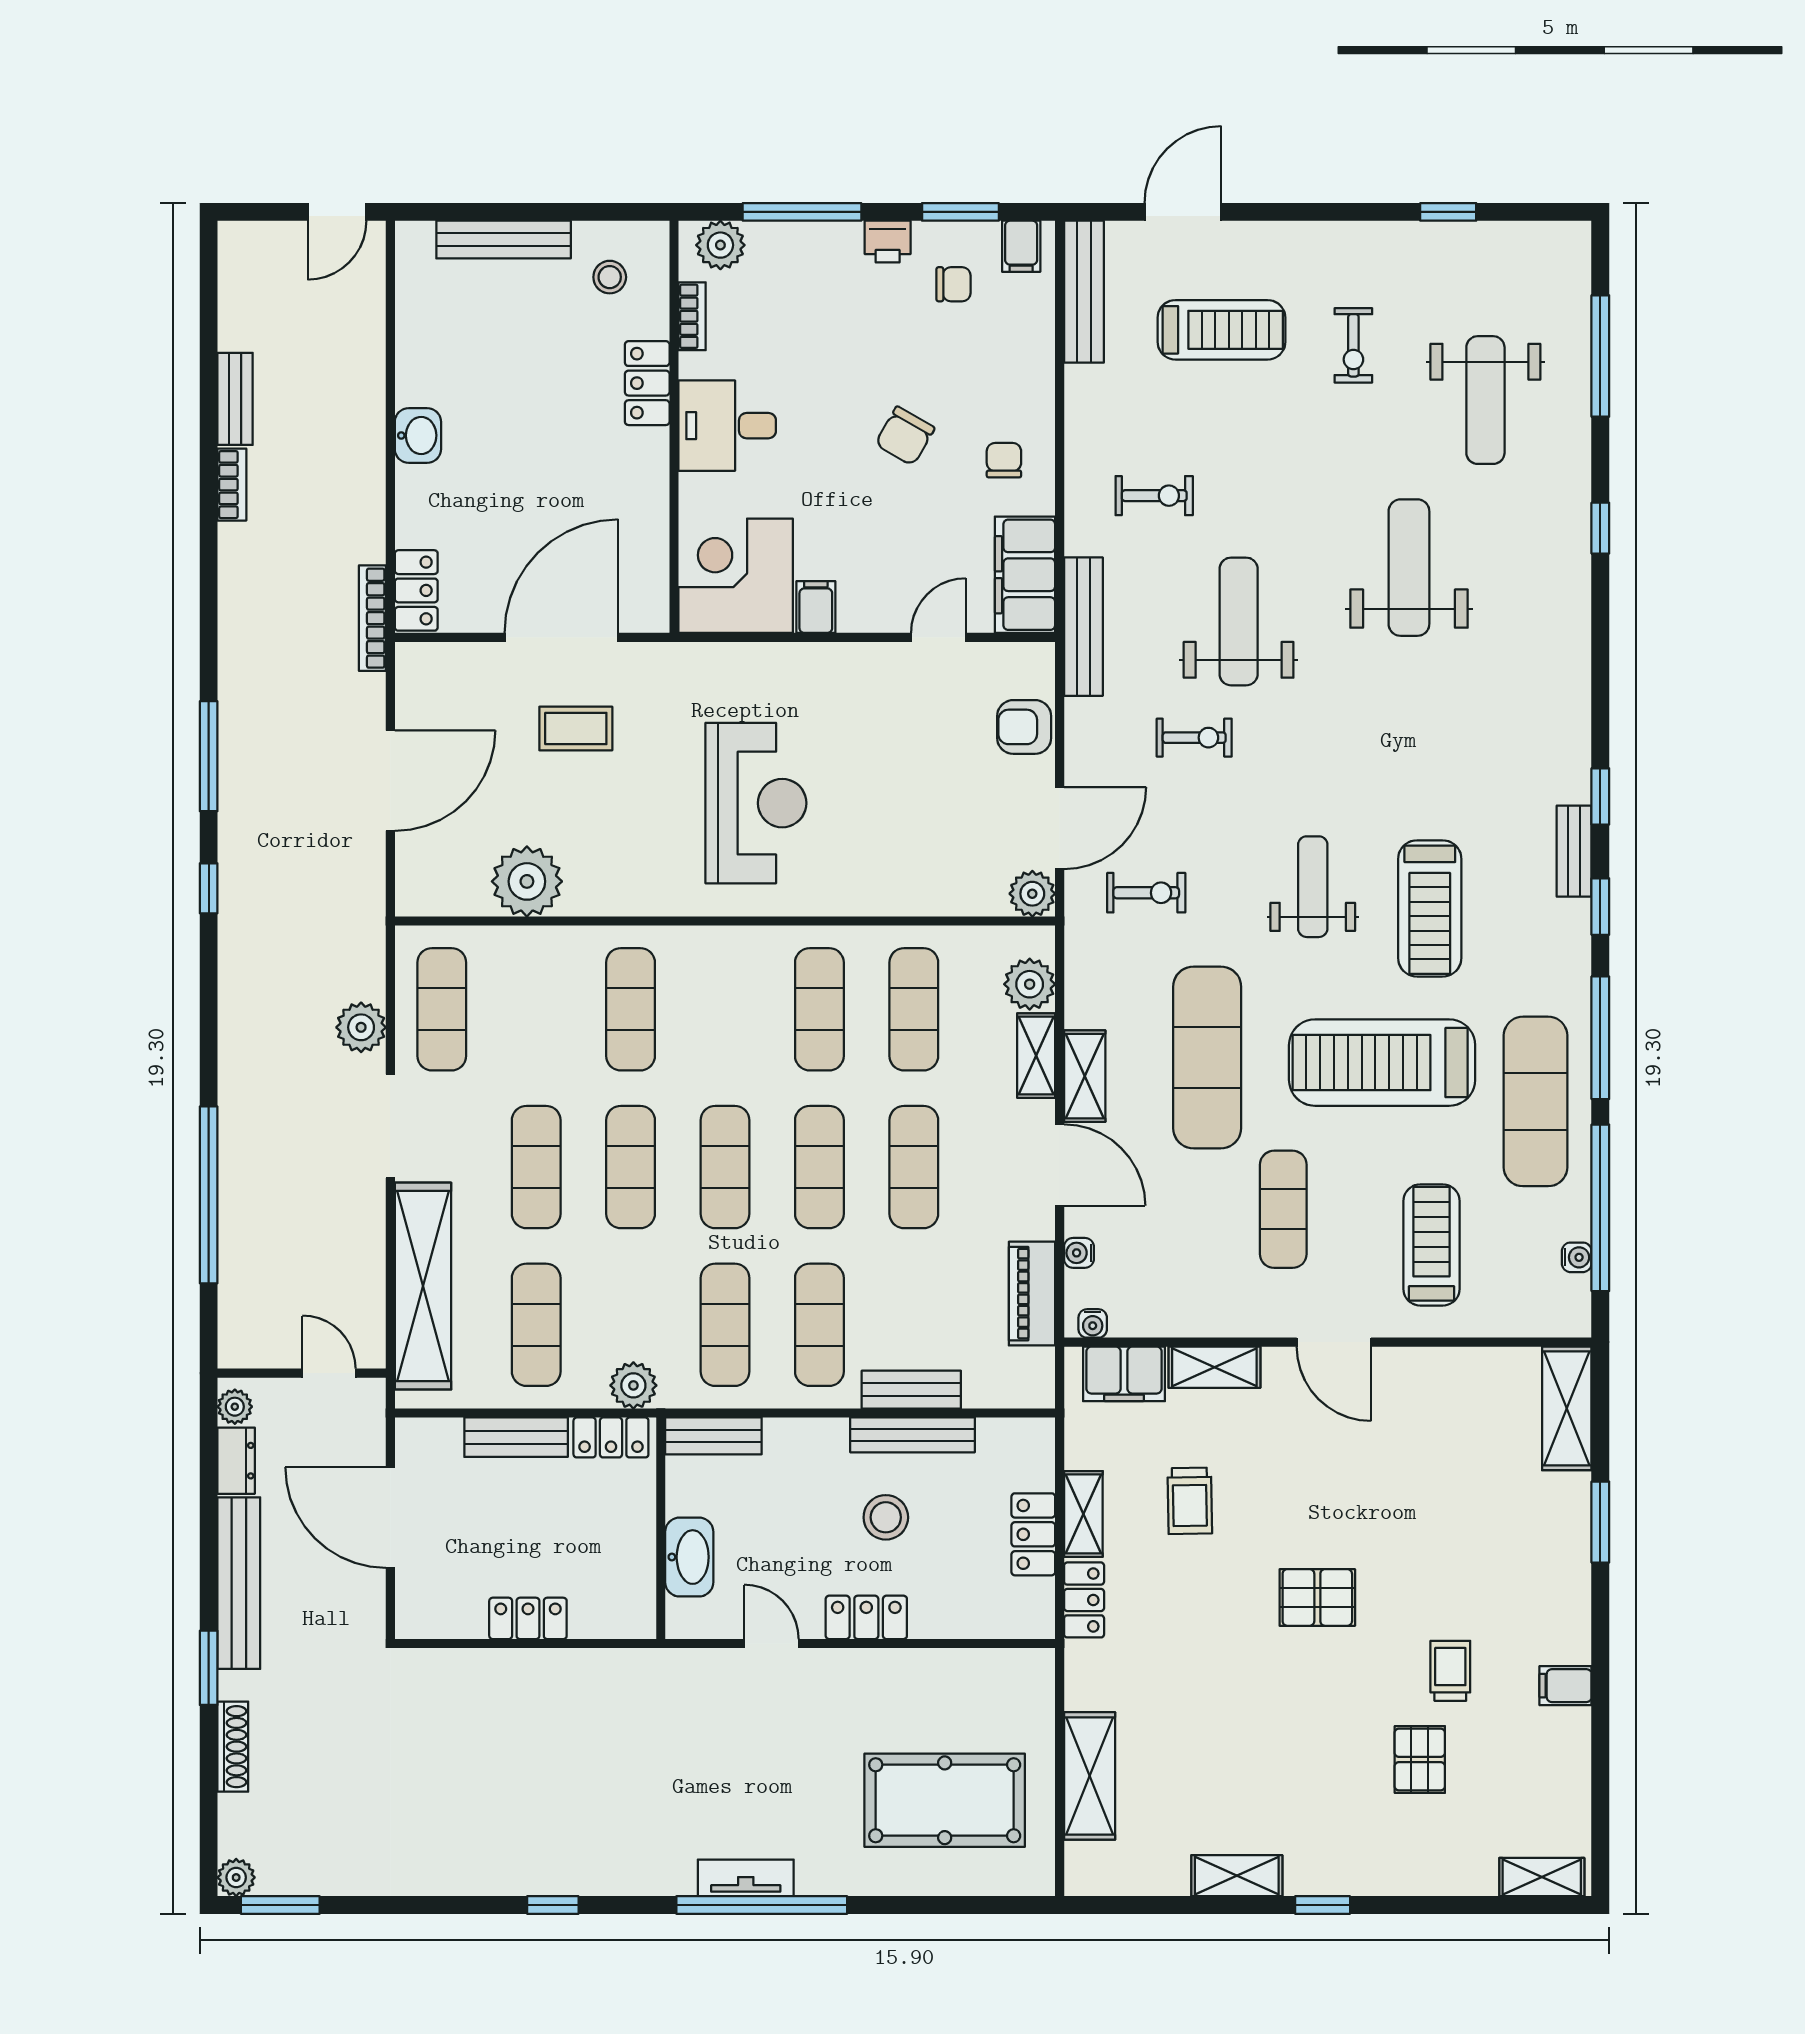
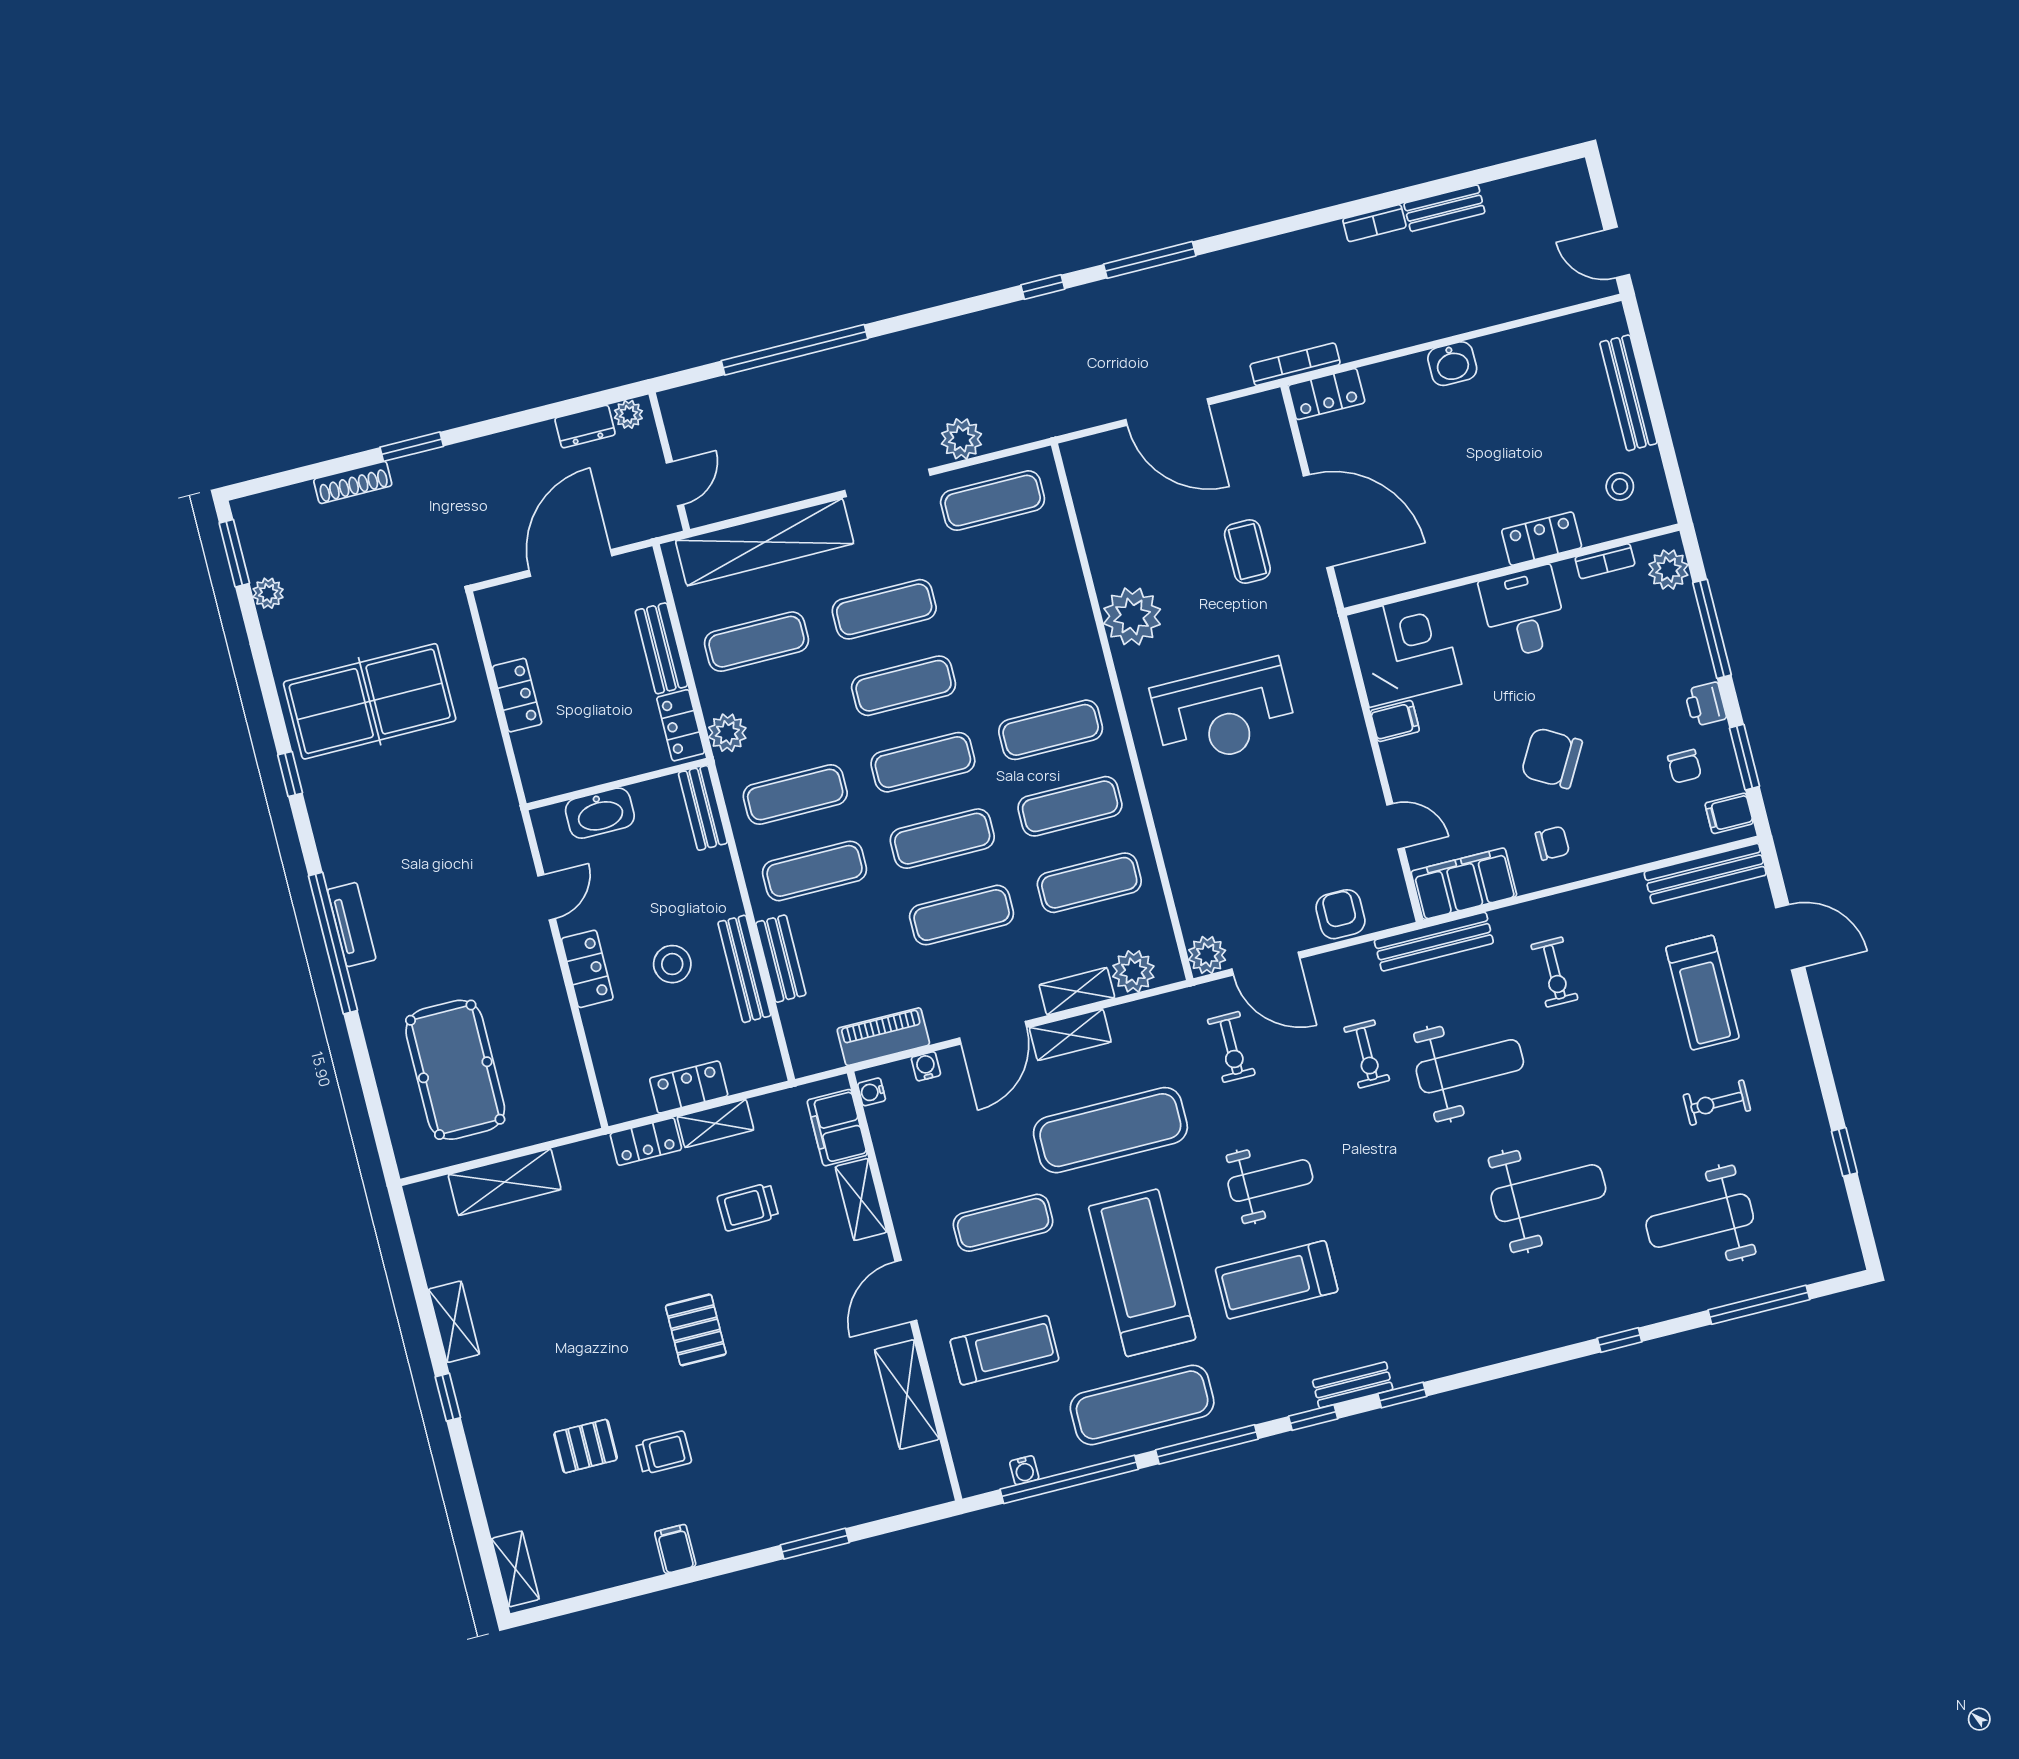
chair: (905, 436) -> (1552, 758), width x1.37, depth x1.37
plant: (527, 881) -> (1132, 616), moved
exercise mat: (631, 1009) -> (1051, 730), moved
shelving: (1567, 1408) -> (907, 1394), moved, turned 90
bench: (239, 1583) -> (486, 454), removed
table tennis table: (492, 1791) -> (370, 701), added
plant: (236, 1877) -> (268, 593), moved

